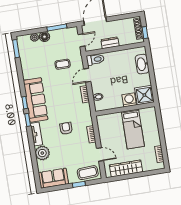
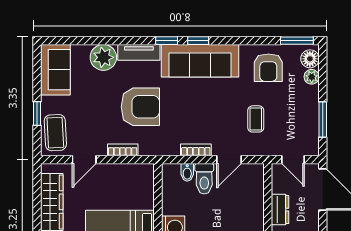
floor lamp: (44, 37) -> (310, 59), moved
toilet: (95, 59) -> (204, 179), moved
armchair: (33, 62) -> (268, 68), added
door: (87, 75) -> (229, 160), swing flipped
armchair: (66, 128) -> (140, 107), width x1.88, depth x1.88

